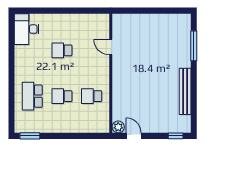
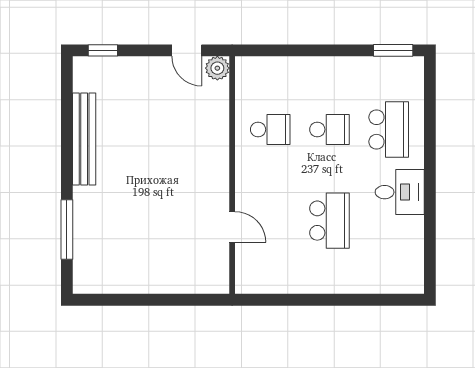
desk: (27, 29) -> (400, 192), moved, width x0.73
school desk: (62, 50) -> (329, 221), width x1.85

